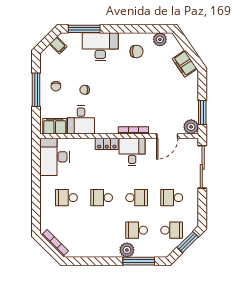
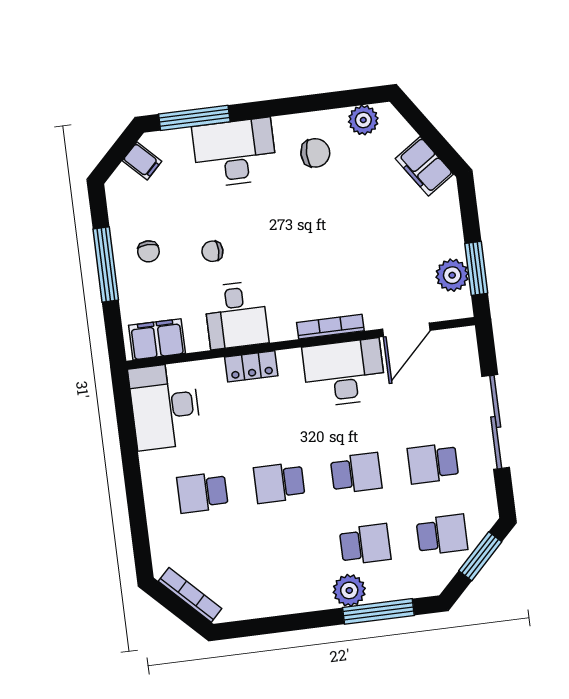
desk: (81, 120) -> (236, 315), moved
plant: (191, 127) -> (452, 275), moved
locker: (107, 144) -> (251, 366), moved
desk: (132, 152) -> (344, 373), width x1.37
sliding door: (202, 167) -> (496, 422), moved
school desk: (137, 230) -> (365, 544), turned 180

